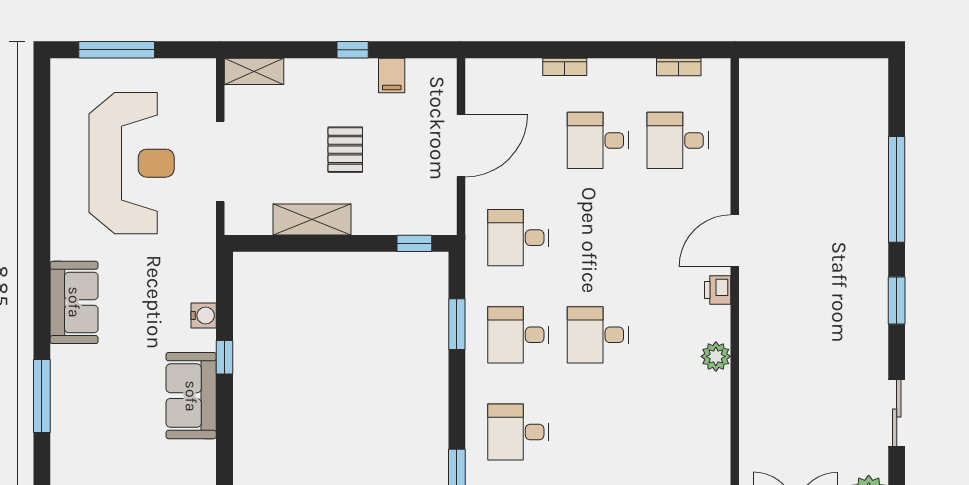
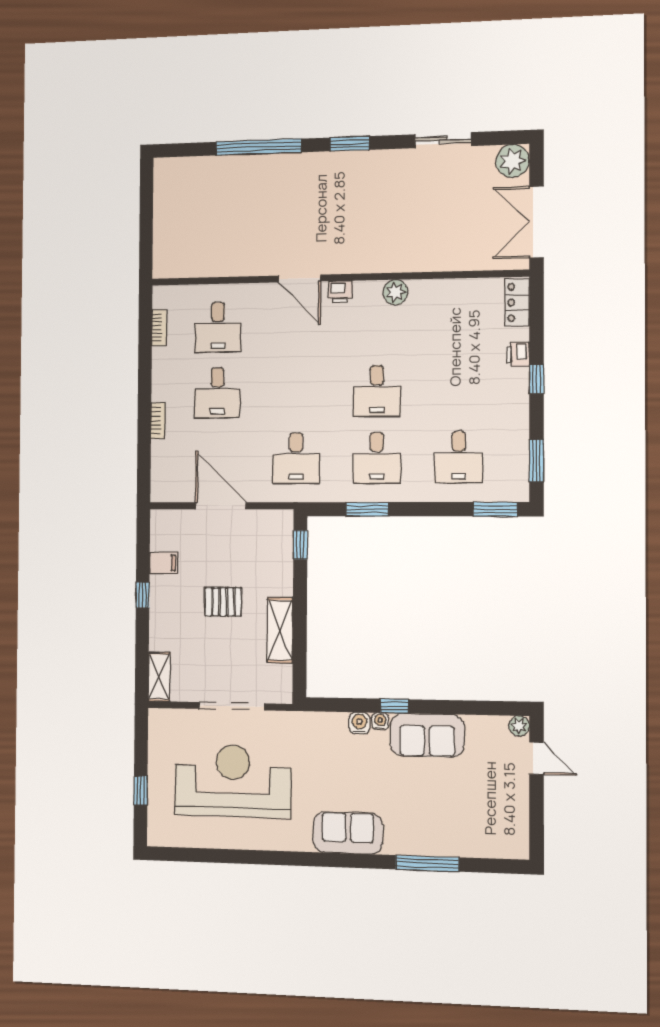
window: (117, 50) -> (141, 791), width x0.46
water cooler: (206, 340) -> (380, 721), added

